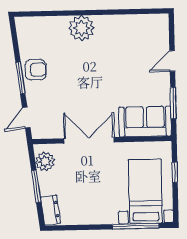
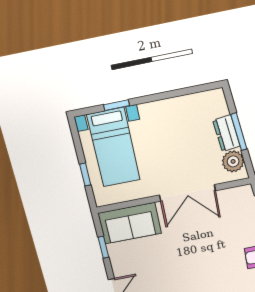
window: (173, 103) -> (103, 247), width x0.67
dresser: (51, 210) -> (226, 133), moved
window: (136, 226) -> (116, 105), width x0.46

